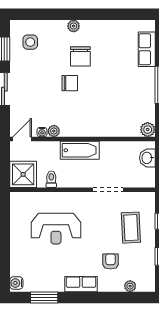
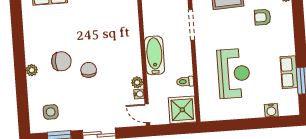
water cooler: (16, 283) -> (271, 110), moved
row of seats: (81, 284) -> (289, 72), moved

